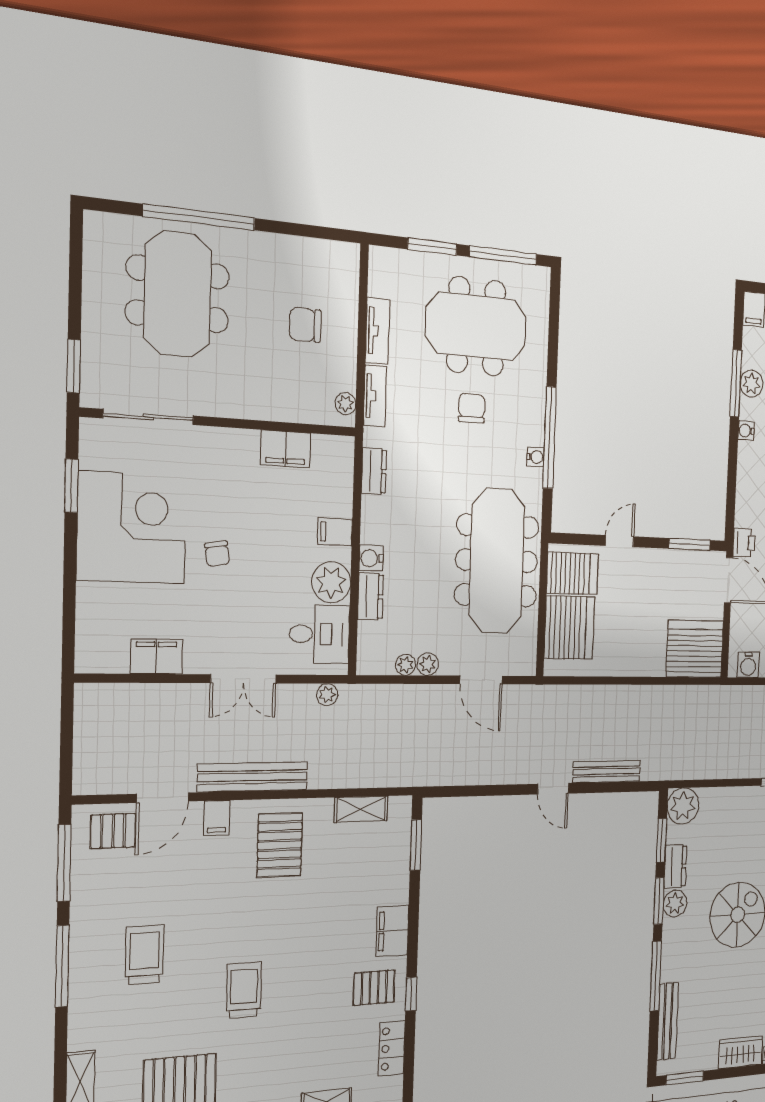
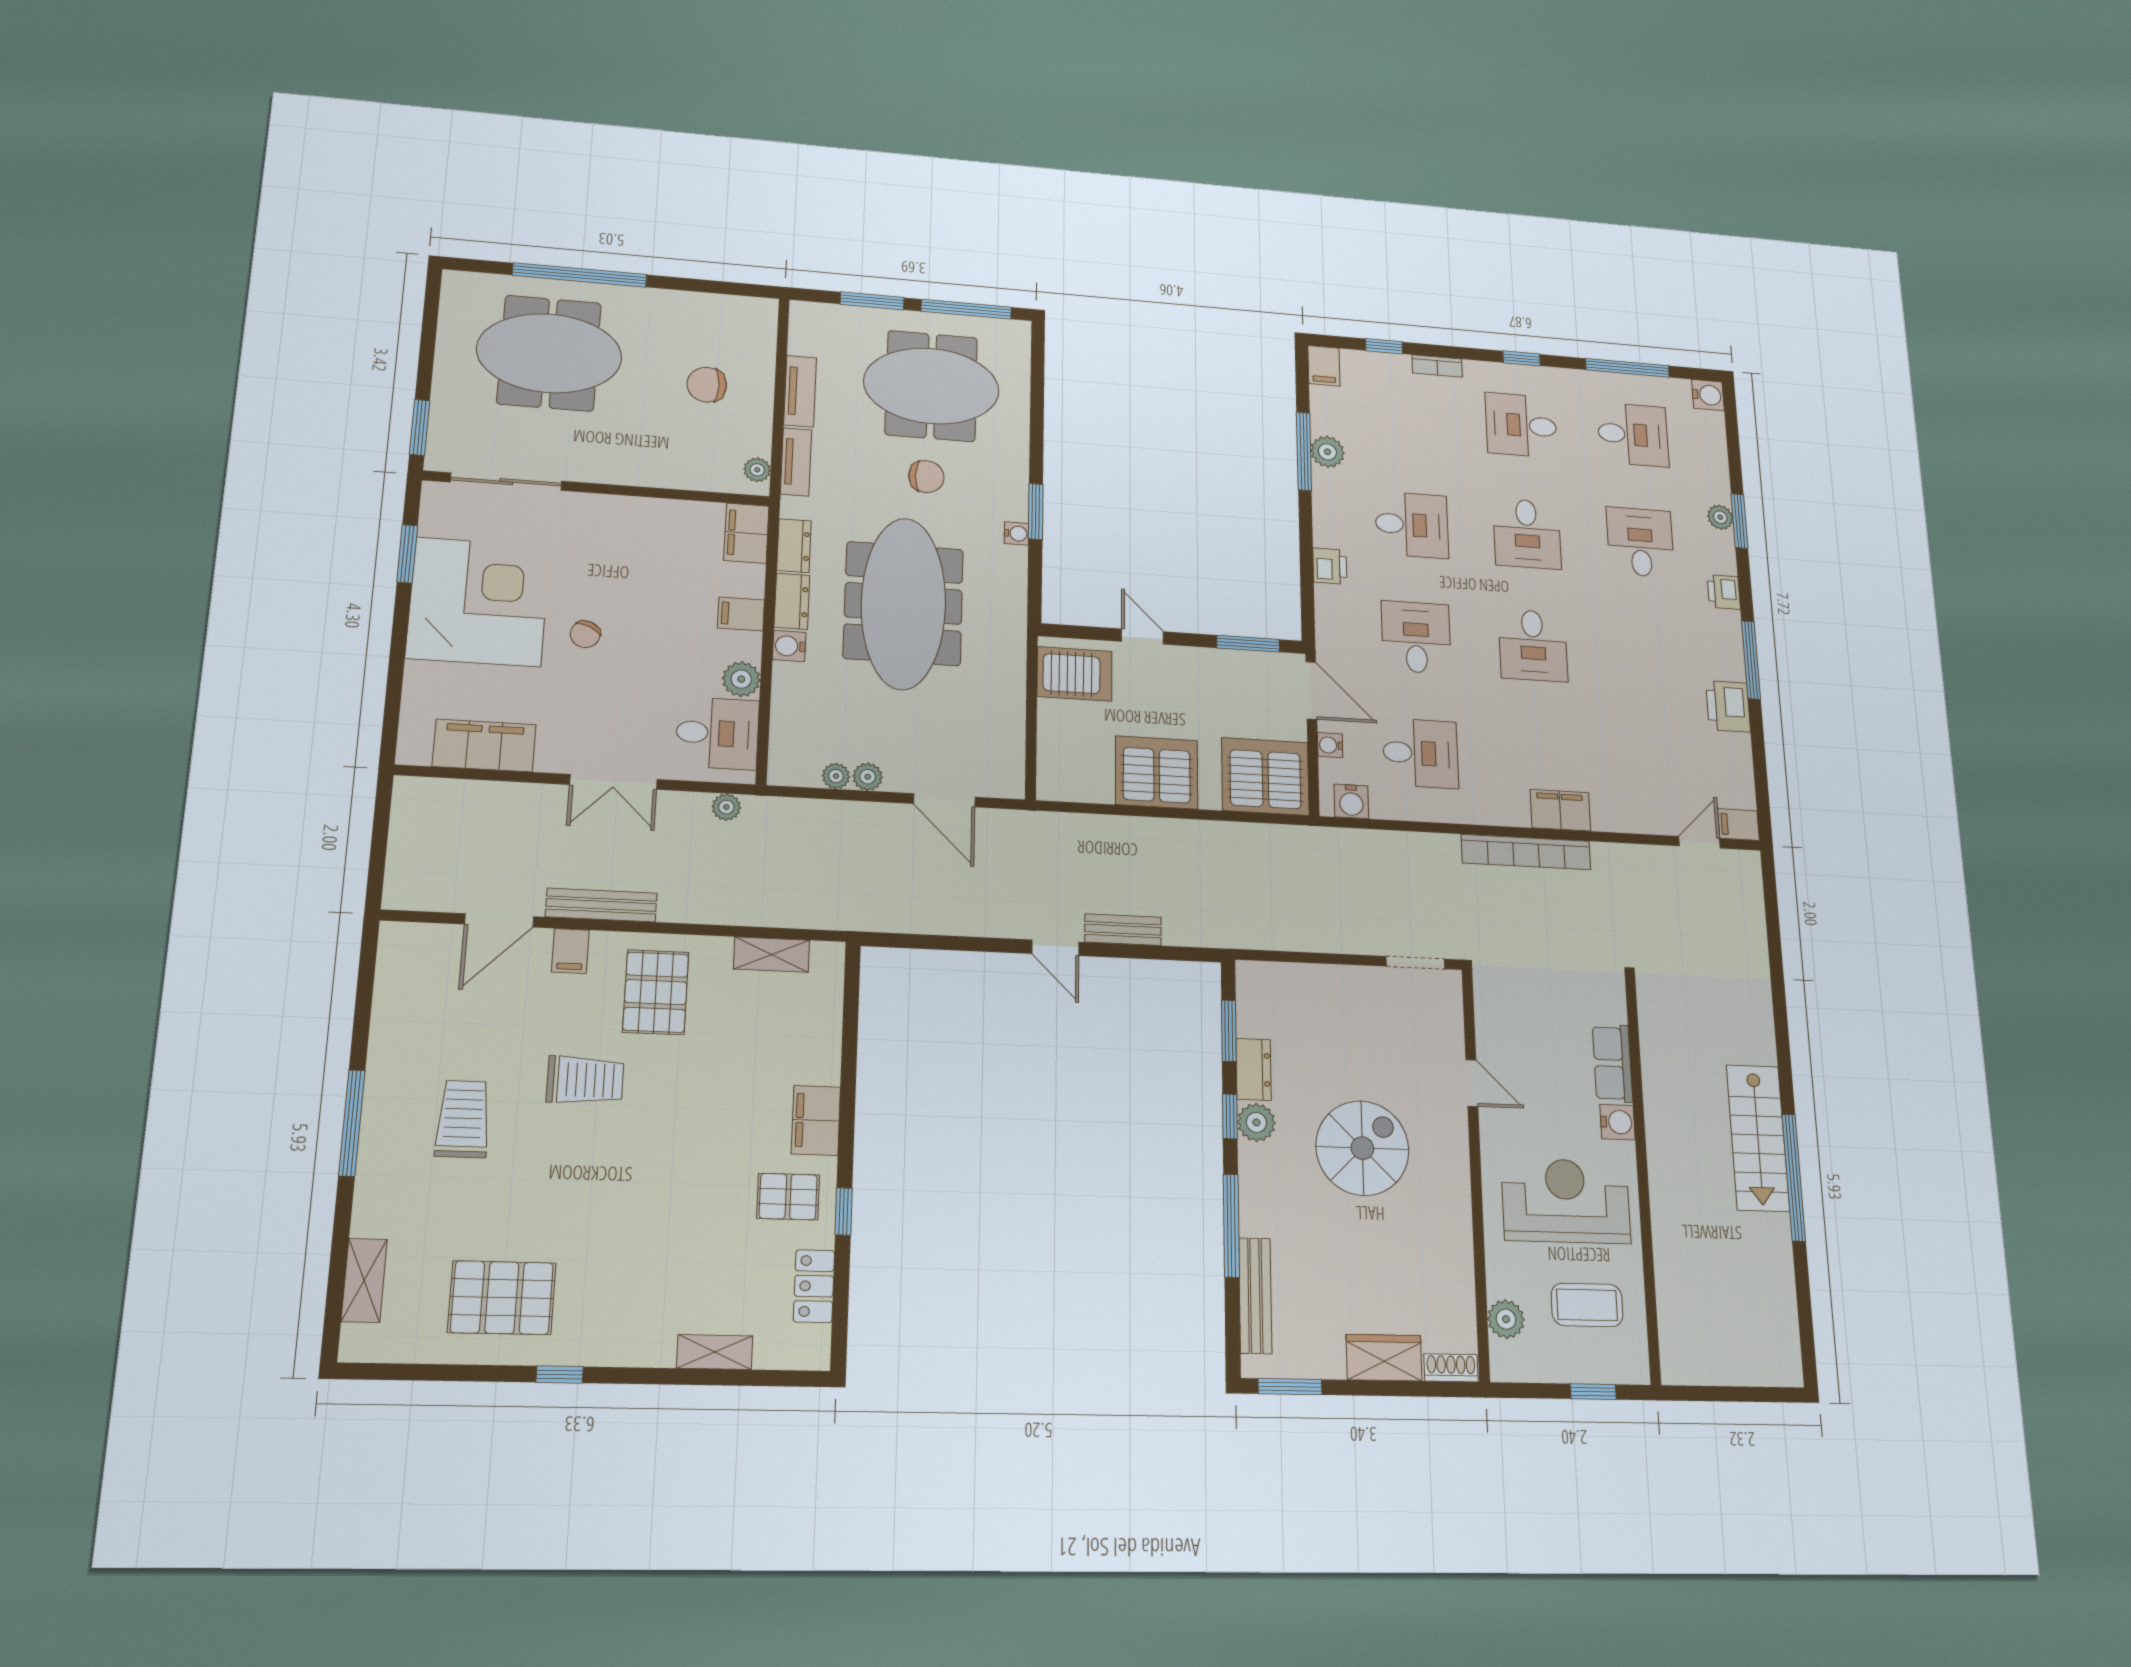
meeting table: (178, 294) -> (549, 353), turned 90
chair: (472, 408) -> (926, 477), turned 90
water cooler: (746, 431) -> (1330, 745), moved
window: (550, 438) -> (1036, 511), width x0.47
filing cabinet: (286, 449) -> (746, 533), moved, turned 90
door: (620, 541) -> (1142, 637), hinge flipped
printer: (744, 543) -> (1330, 566), moved
chair: (217, 554) -> (585, 634), turned 34
meeting table: (497, 561) -> (903, 603), moved
plant: (331, 582) -> (741, 679), width x0.73, depth x0.73
dresser: (370, 597) -> (792, 601), moved
server rack: (569, 628) -> (1157, 772), moved, turned -90
filing cabinet: (156, 657) -> (484, 745), width x1.50, depth x1.17
bench: (607, 771) -> (1123, 930), width x0.73
bench: (253, 777) -> (601, 905), width x0.73, depth x0.82
plant: (683, 806) -> (1261, 986), removed
pallet: (113, 831) -> (431, 957), removed
window: (416, 845) -> (851, 1008), removed
window: (64, 863) -> (365, 992), removed
window: (659, 901) -> (1230, 1116), width x0.67
trolley: (244, 990) -> (585, 1080), moved, turned 90

